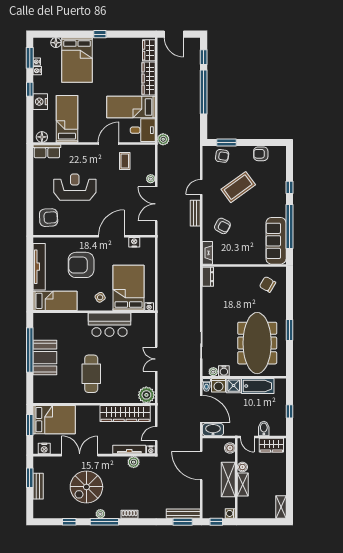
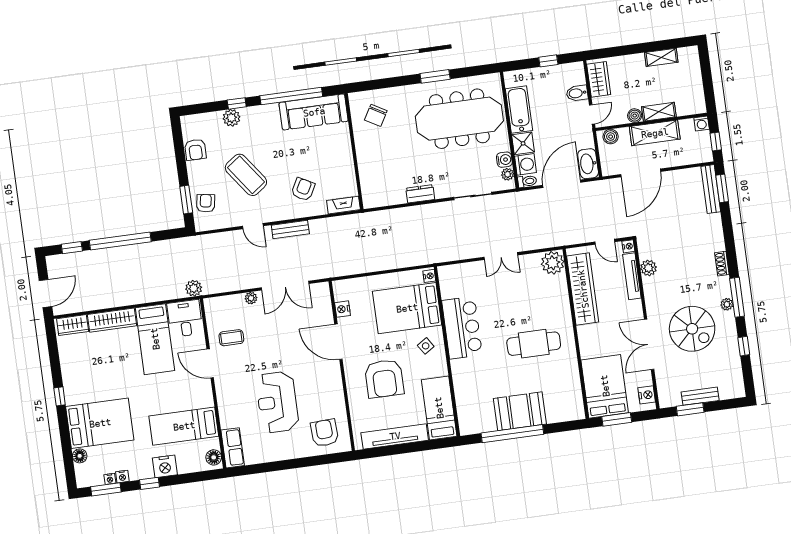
plant: (280, 182) -> (231, 118), added
dresser: (208, 277) -> (420, 194), moved
shelving: (281, 507) -> (661, 57), moved

